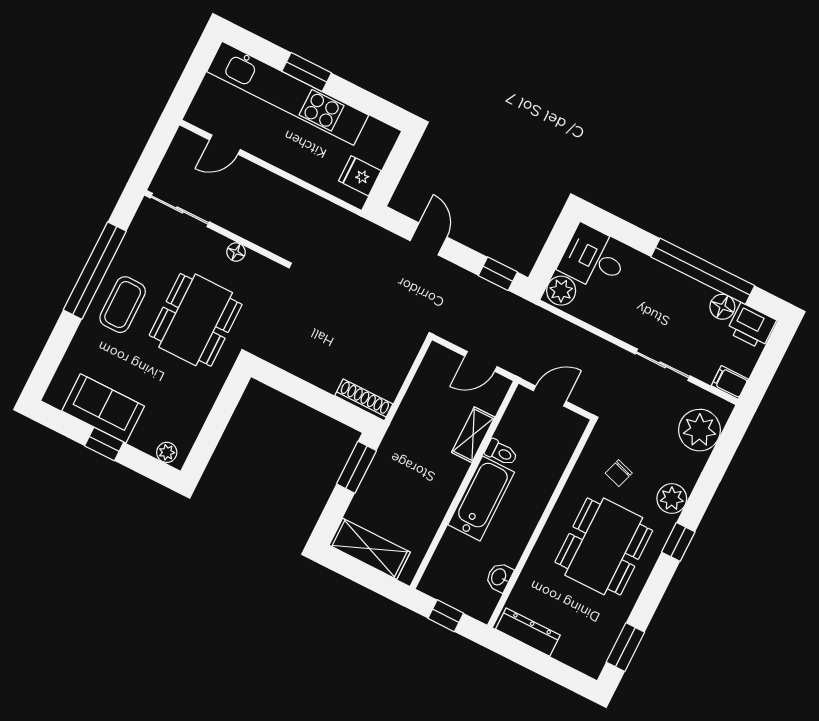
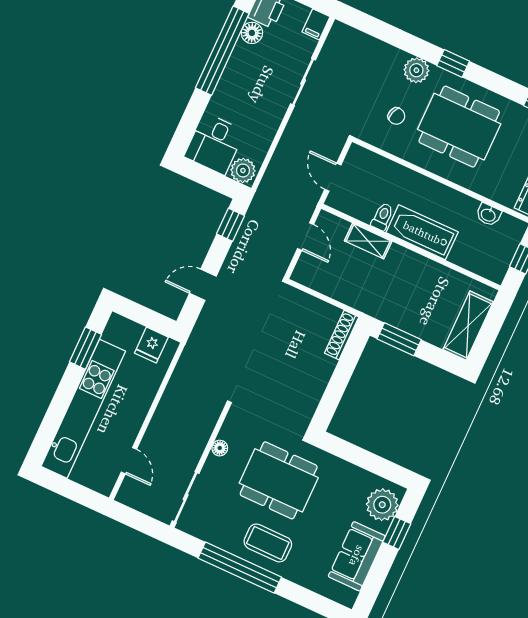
window: (307, 72) -> (85, 348), moved
plant: (699, 430) -> (357, 49), removed
window: (104, 444) -> (397, 533), moved
plant: (167, 452) -> (382, 505), width x1.87, depth x1.87

